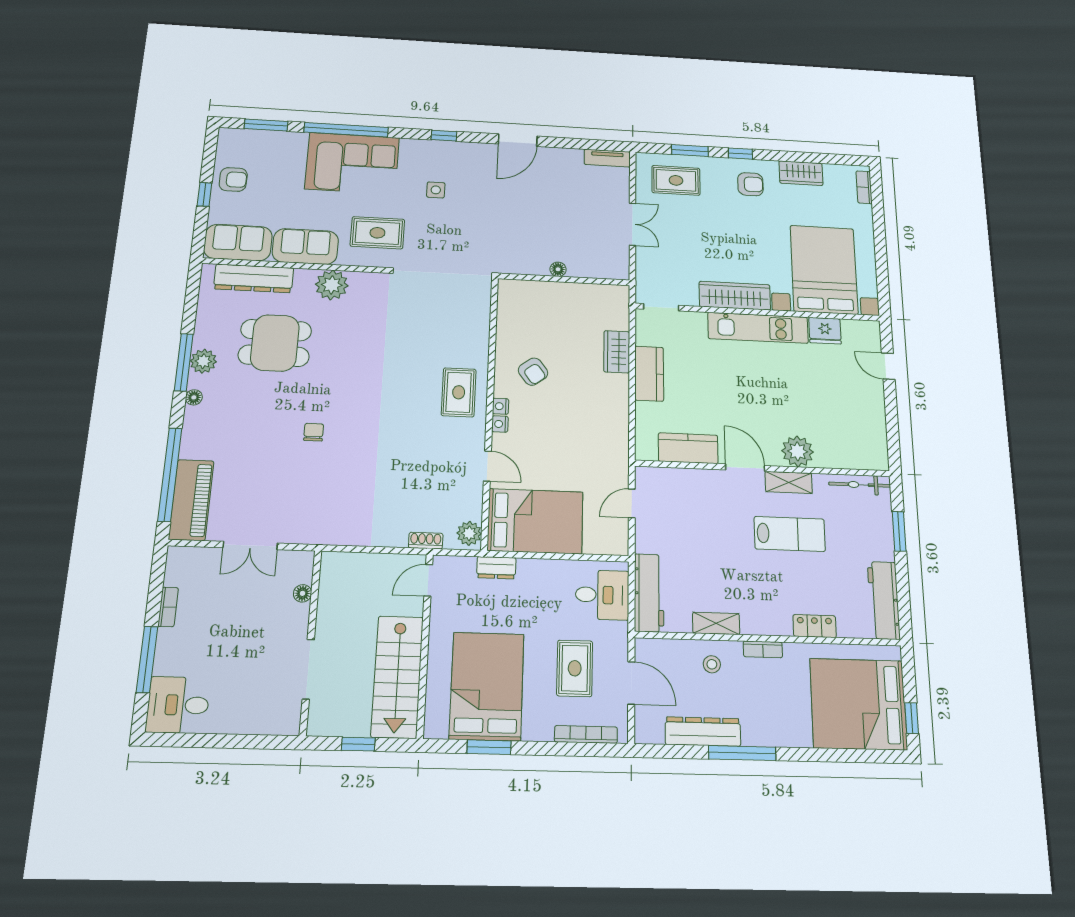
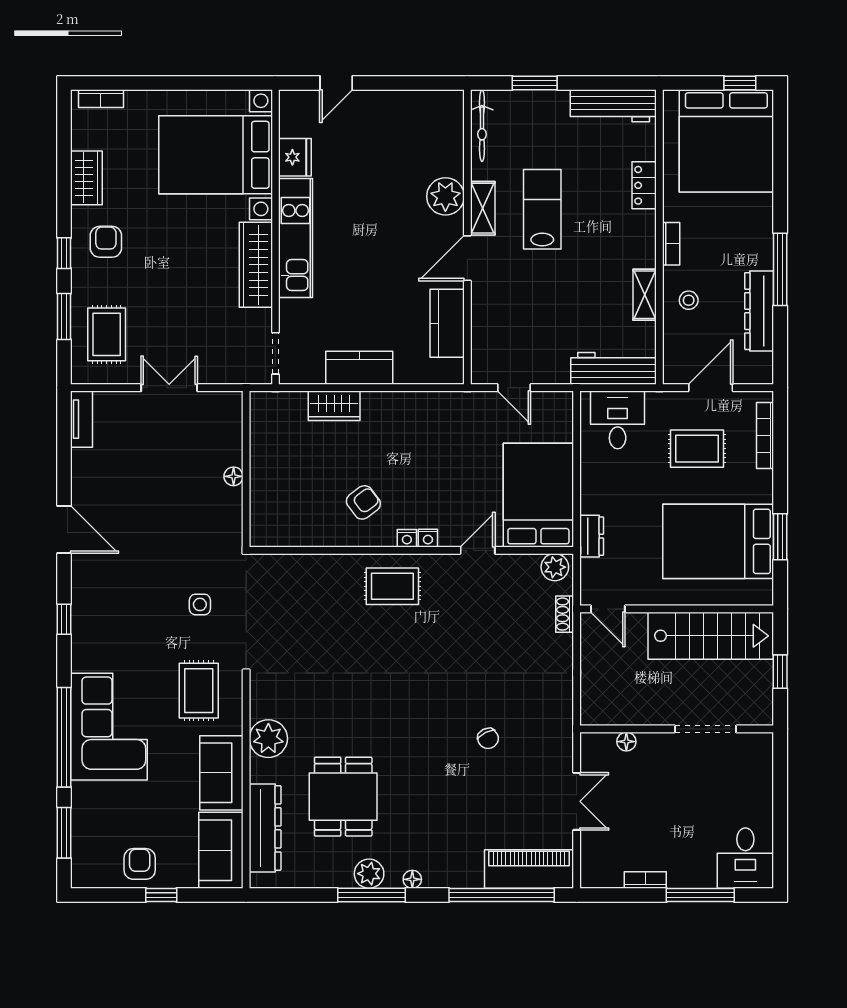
side table: (436, 190) -> (200, 604), moved
chair: (314, 432) -> (488, 738), moved, turned -117

